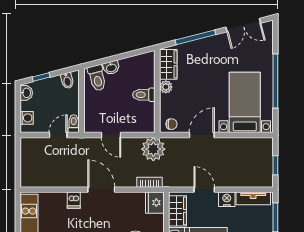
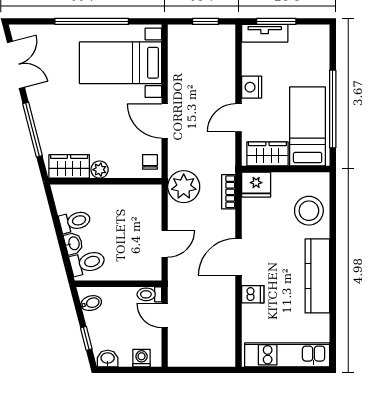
toilet: (144, 95) -> (75, 221), moved, turned -104
tv unit: (253, 198) -> (265, 33), moved, turned 90

